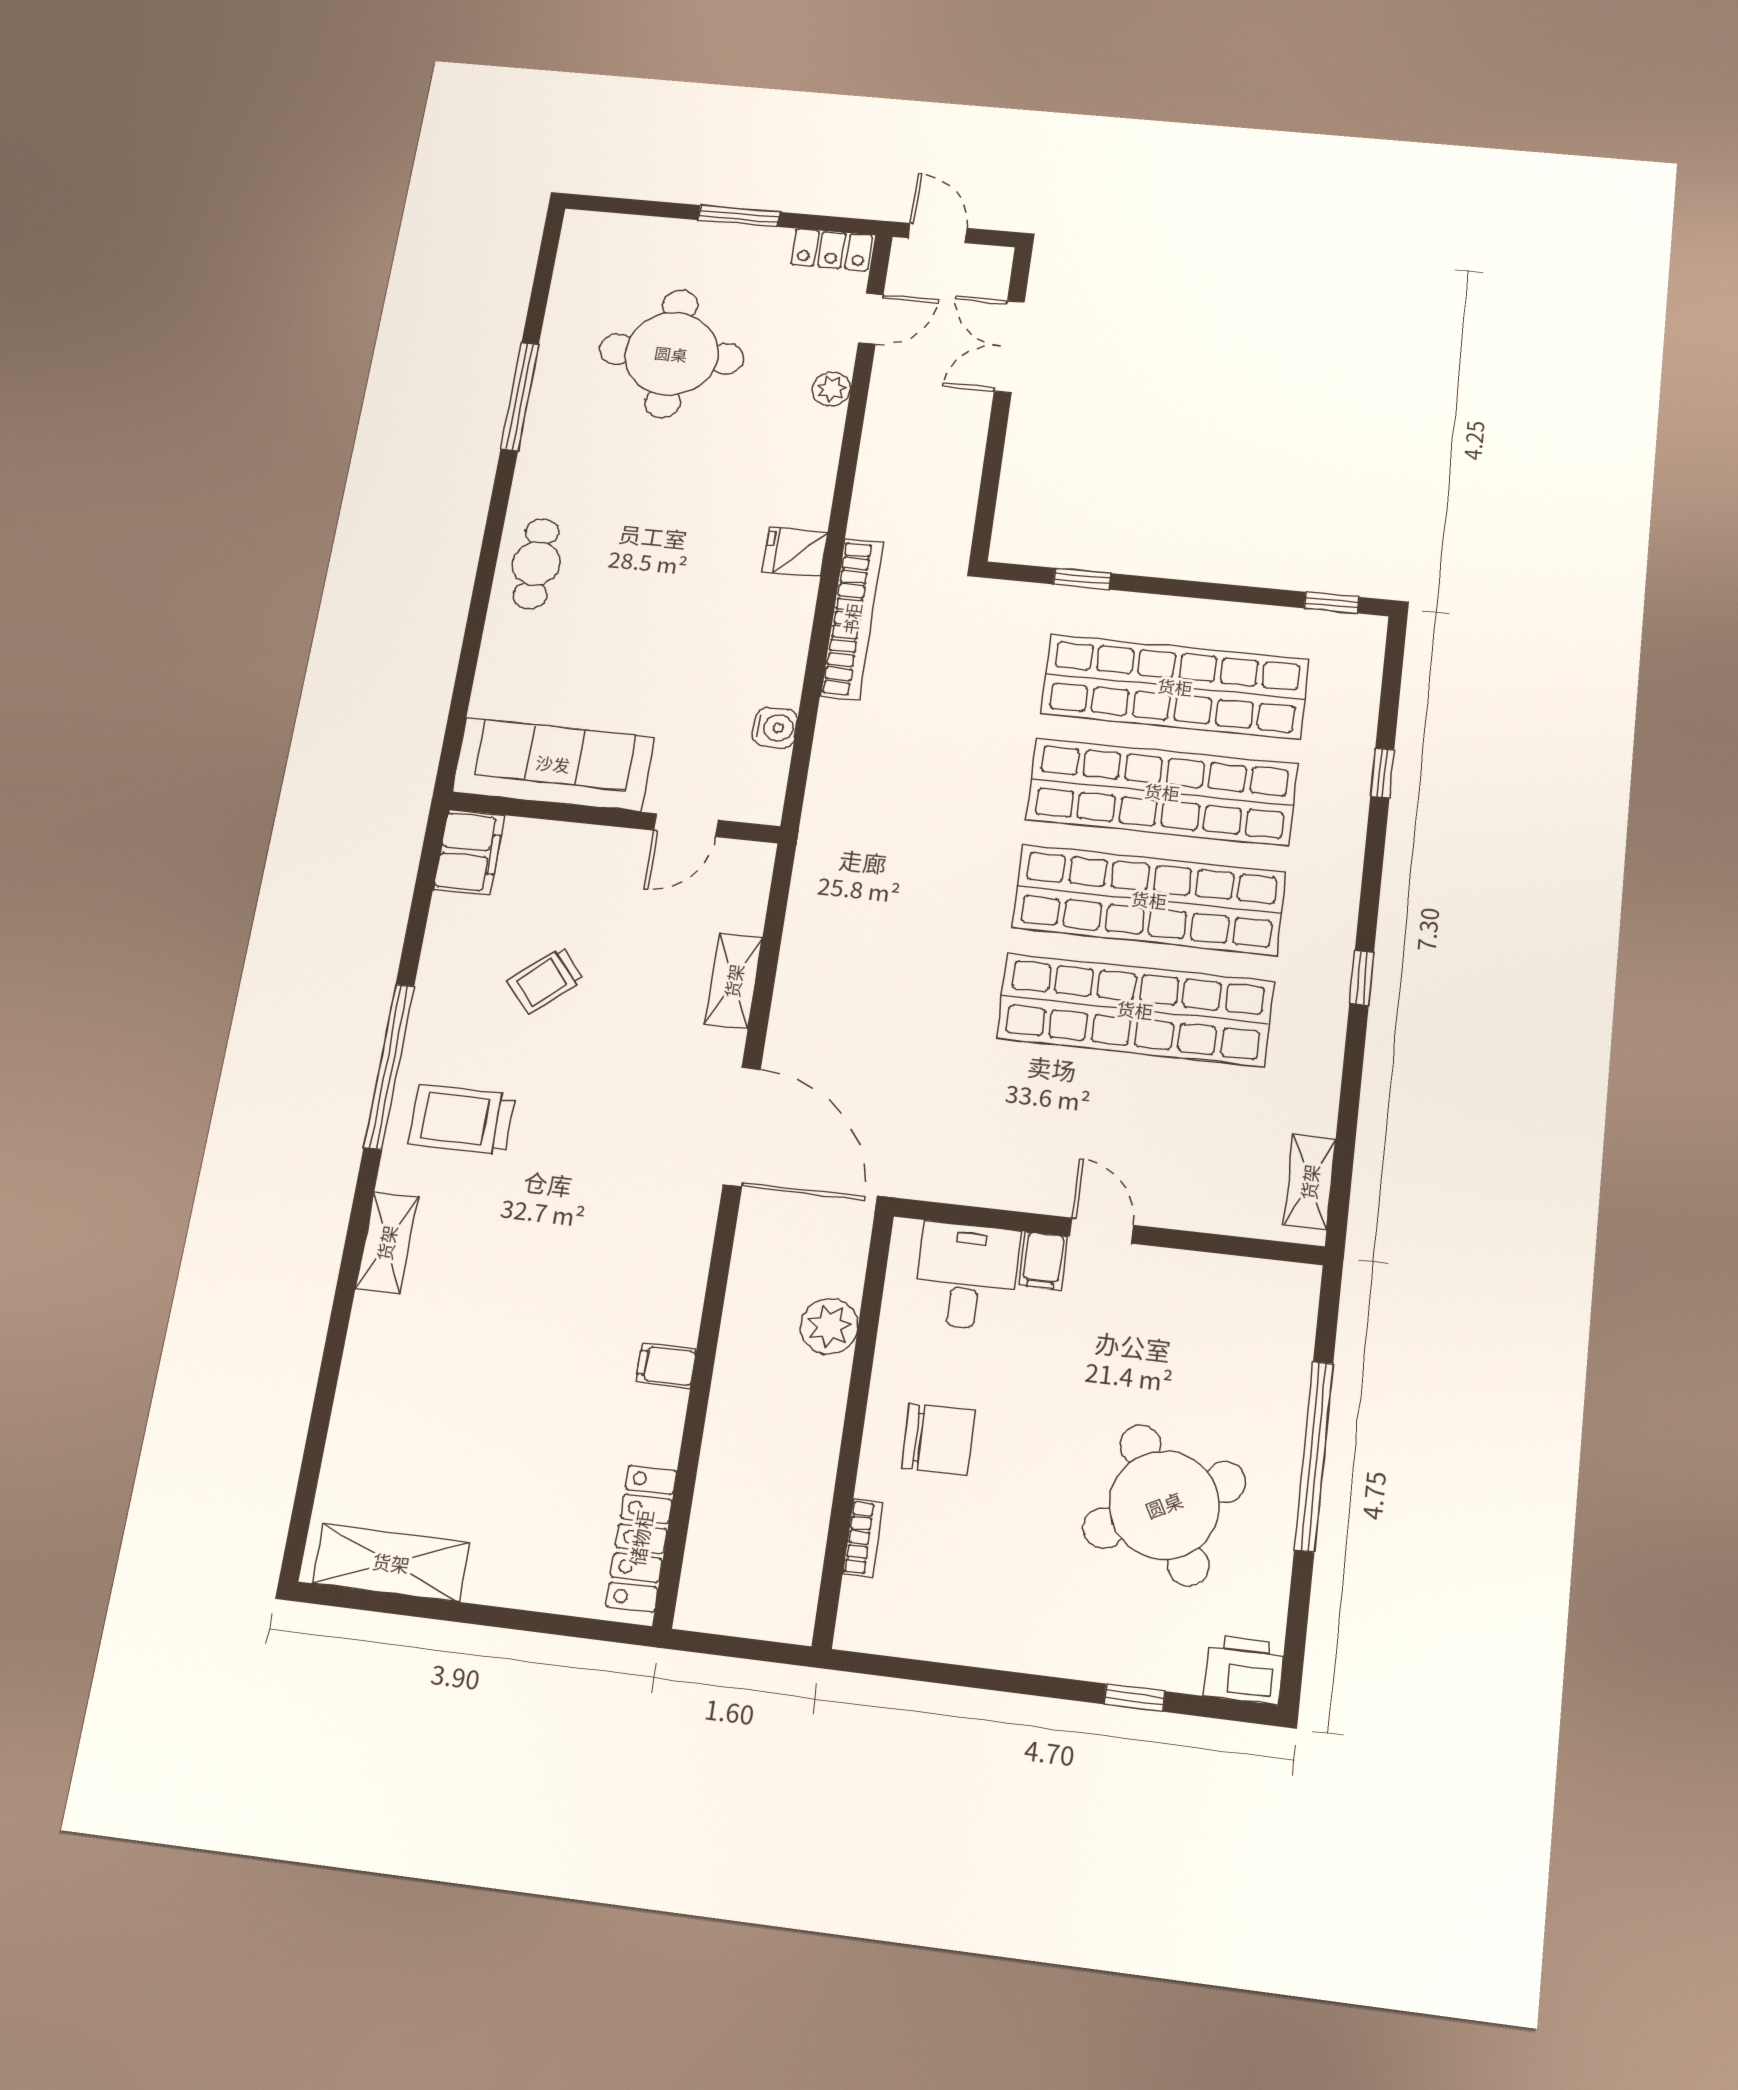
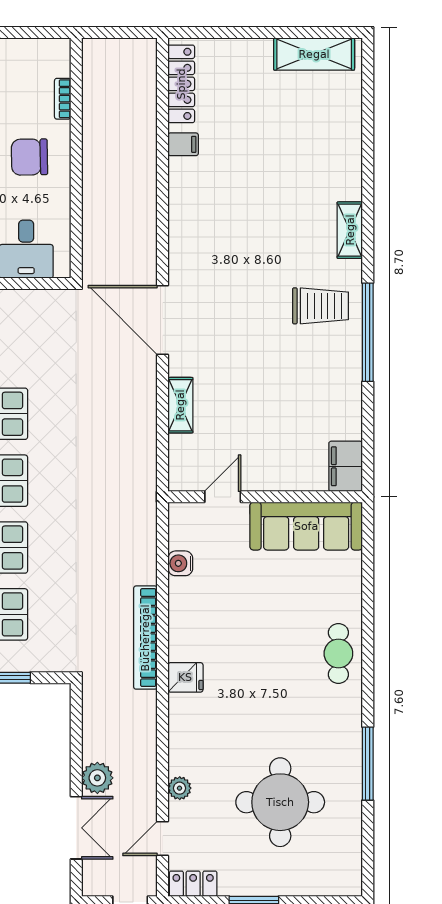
trolley: (546, 980) -> (288, 394), removed
plant: (829, 1326) -> (97, 778), moved
filing cabinet: (666, 1365) -> (183, 144), moved

